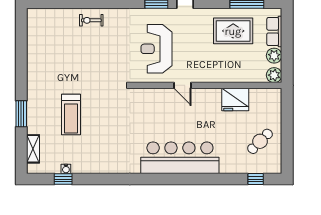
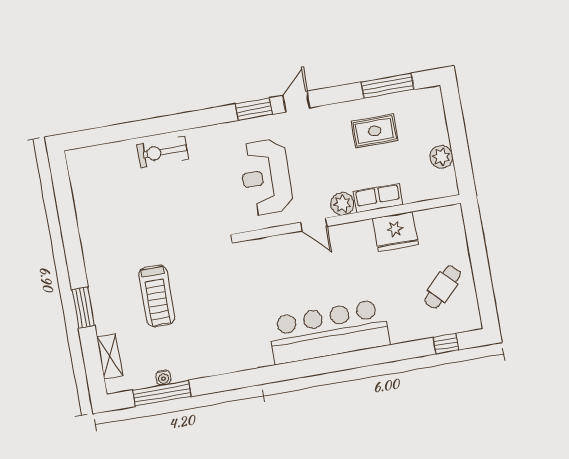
exercise bike: (91, 20) -> (163, 152), width x1.38, depth x1.39
rug: (233, 31) -> (375, 131), width x0.73, depth x0.70
row of seats: (274, 32) -> (378, 198), moved, turned 90
plant: (274, 75) -> (342, 204), moved
window: (63, 179) -> (162, 393), width x2.17

